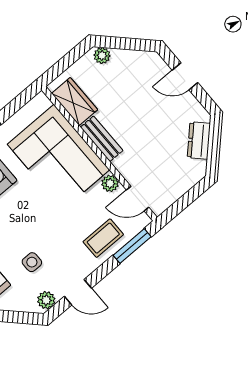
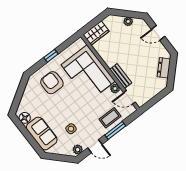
plant: (102, 56) -> (128, 21), moved
wardrobe: (75, 101) -> (96, 33), moved, turned 90
bench: (102, 139) -> (121, 76), moved
window: (132, 246) -> (115, 130), moved

